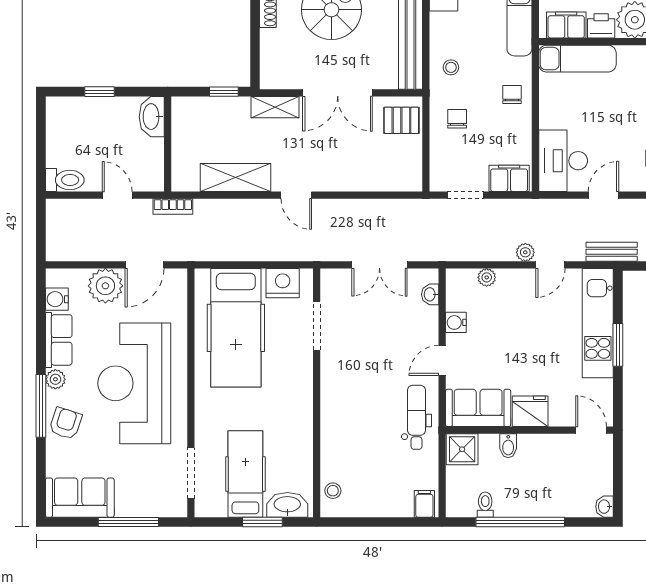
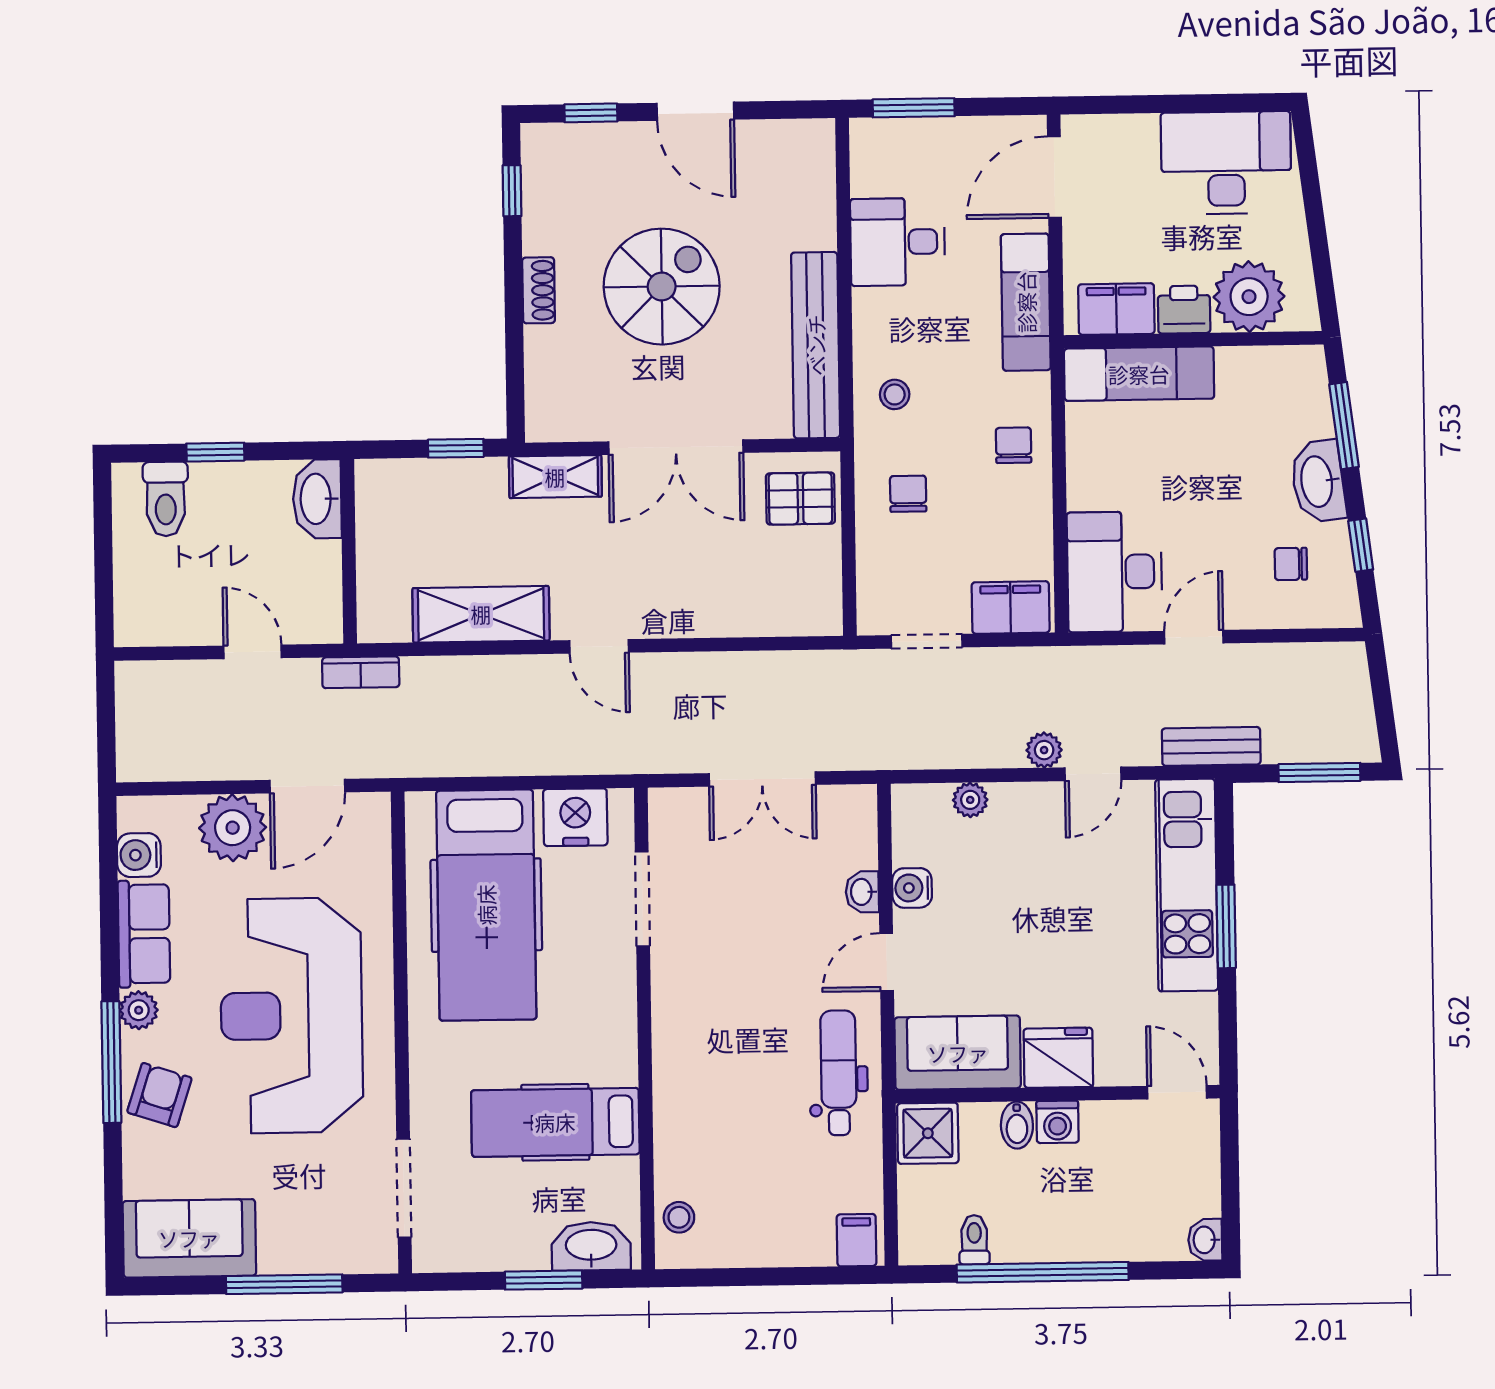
toilet: (65, 180) -> (166, 499), moved, turned 90
washbasin: (430, 294) -> (862, 892), moved
washing machine: (529, 444) -> (1057, 1122), added
hospital bed: (245, 474) -> (555, 1122), moved, turned -90

